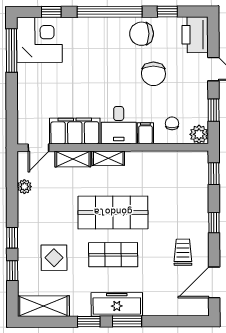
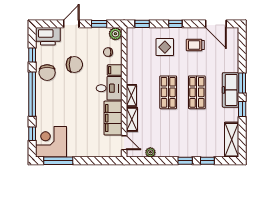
shop shelf: (113, 212) -> (168, 92), width x0.70, depth x0.74
display table: (54, 258) -> (165, 47), moved

